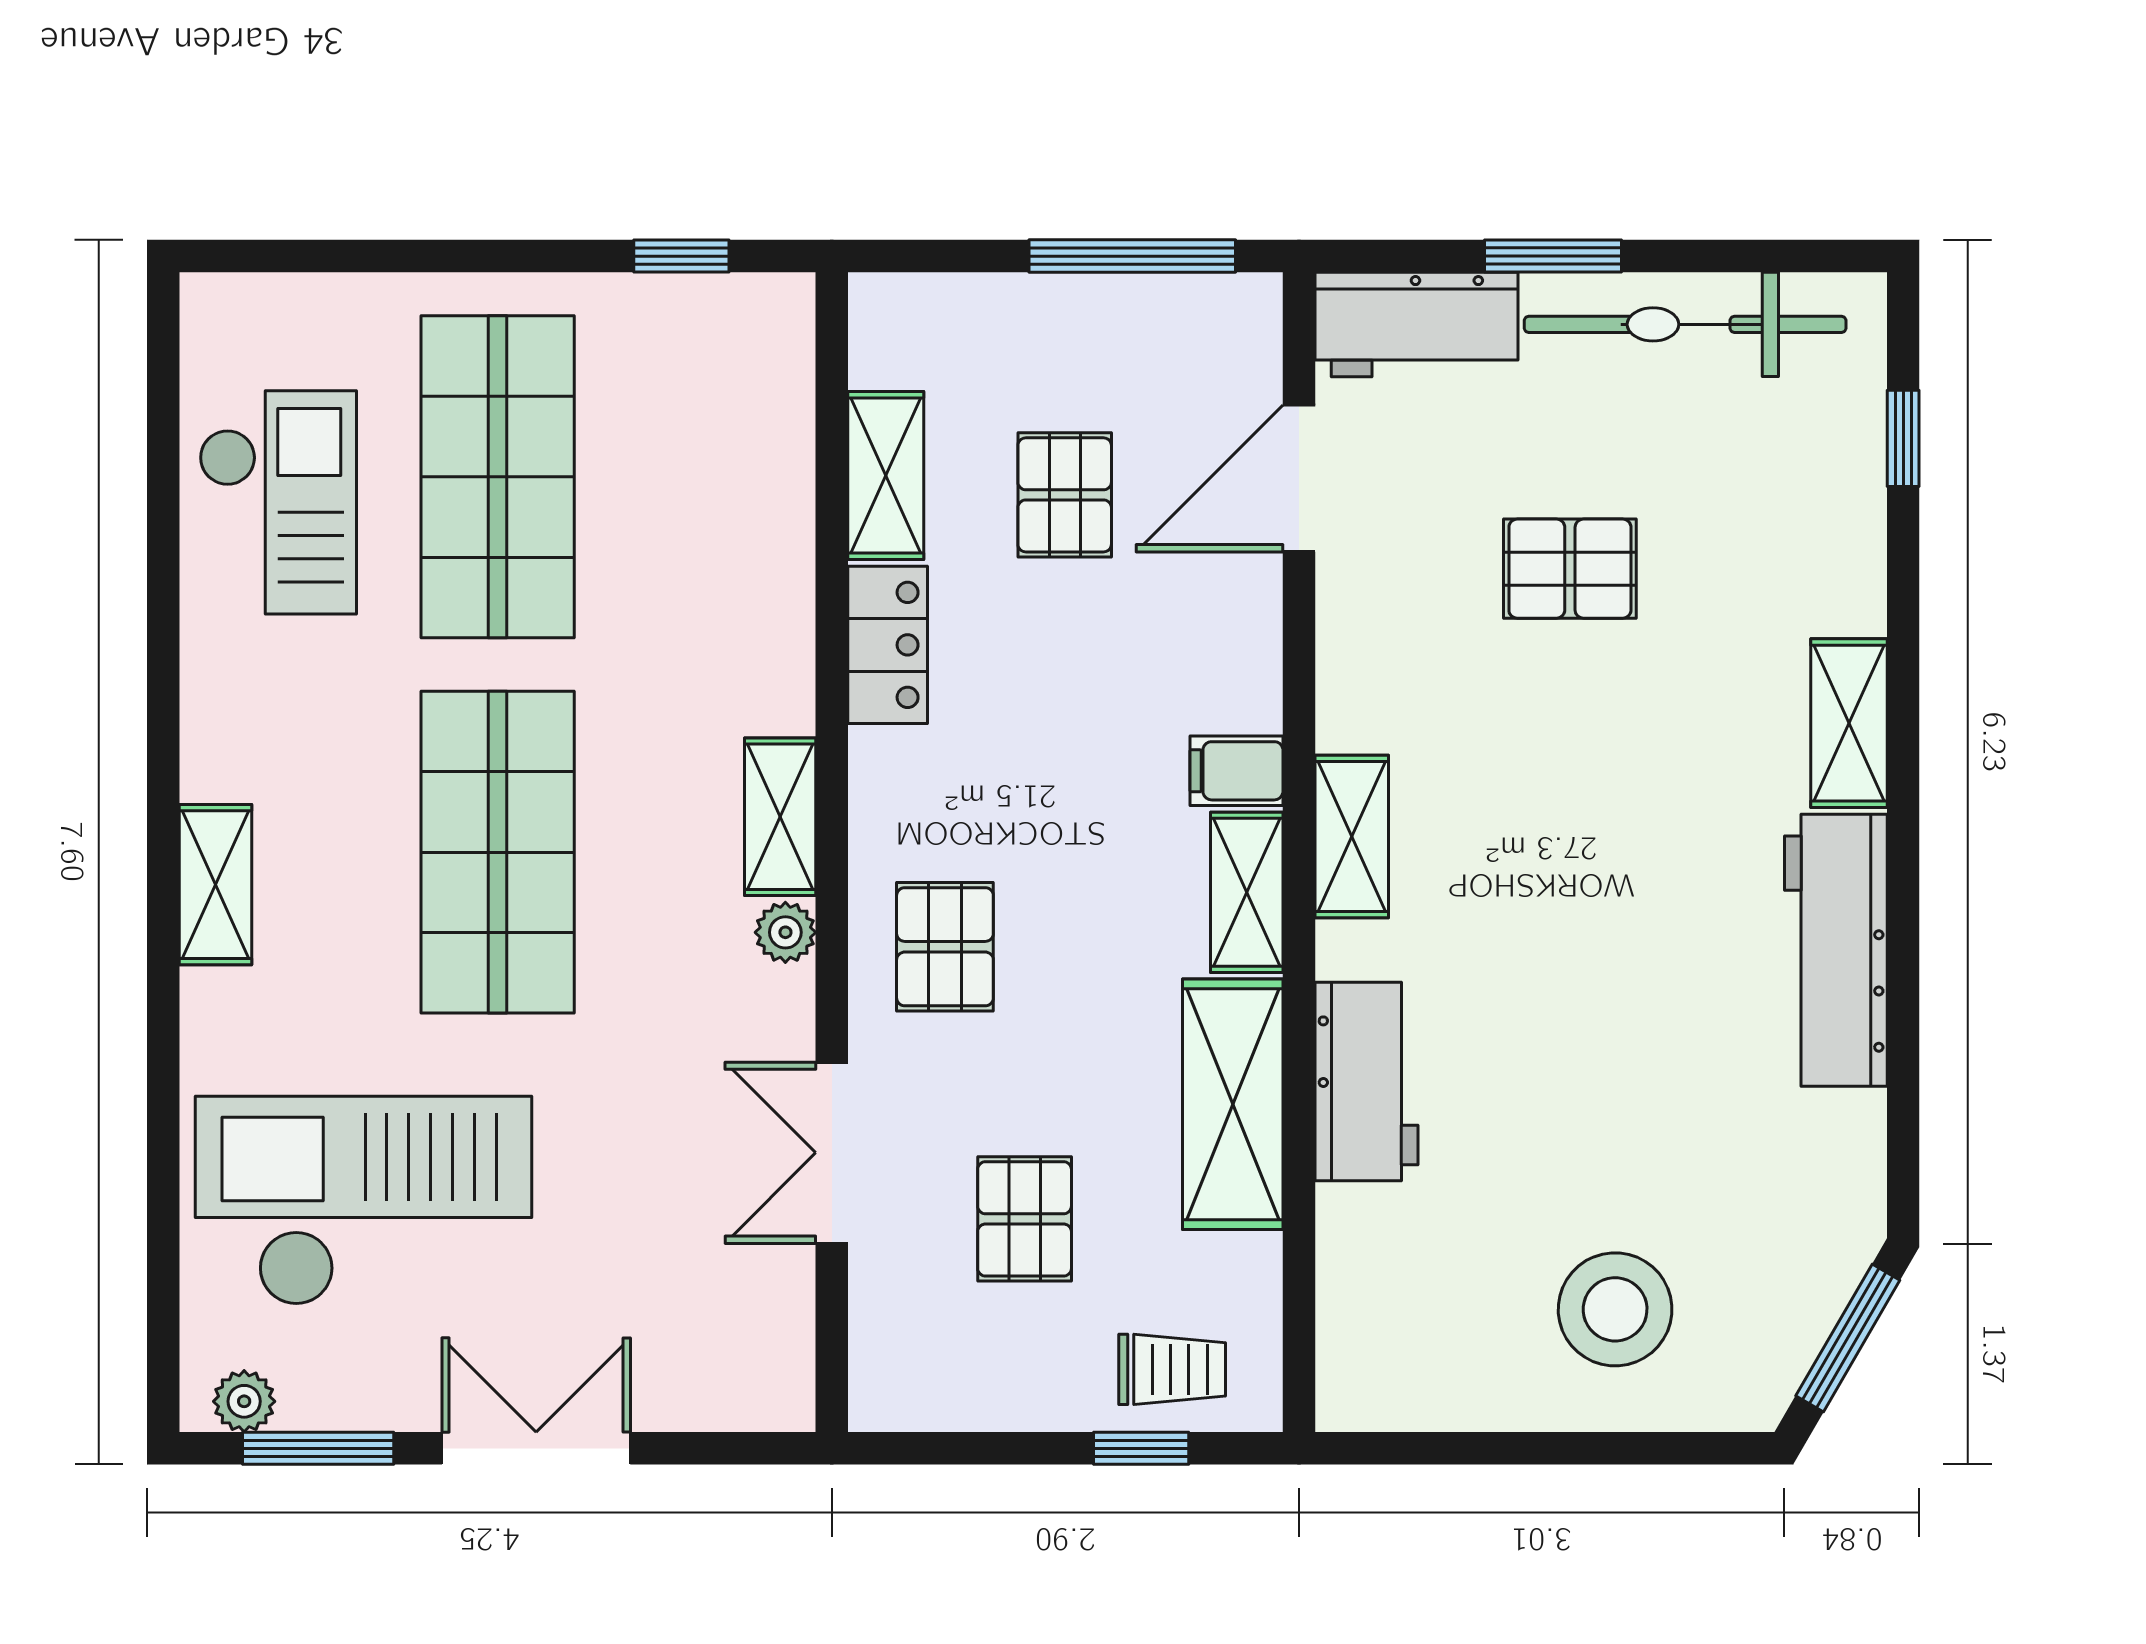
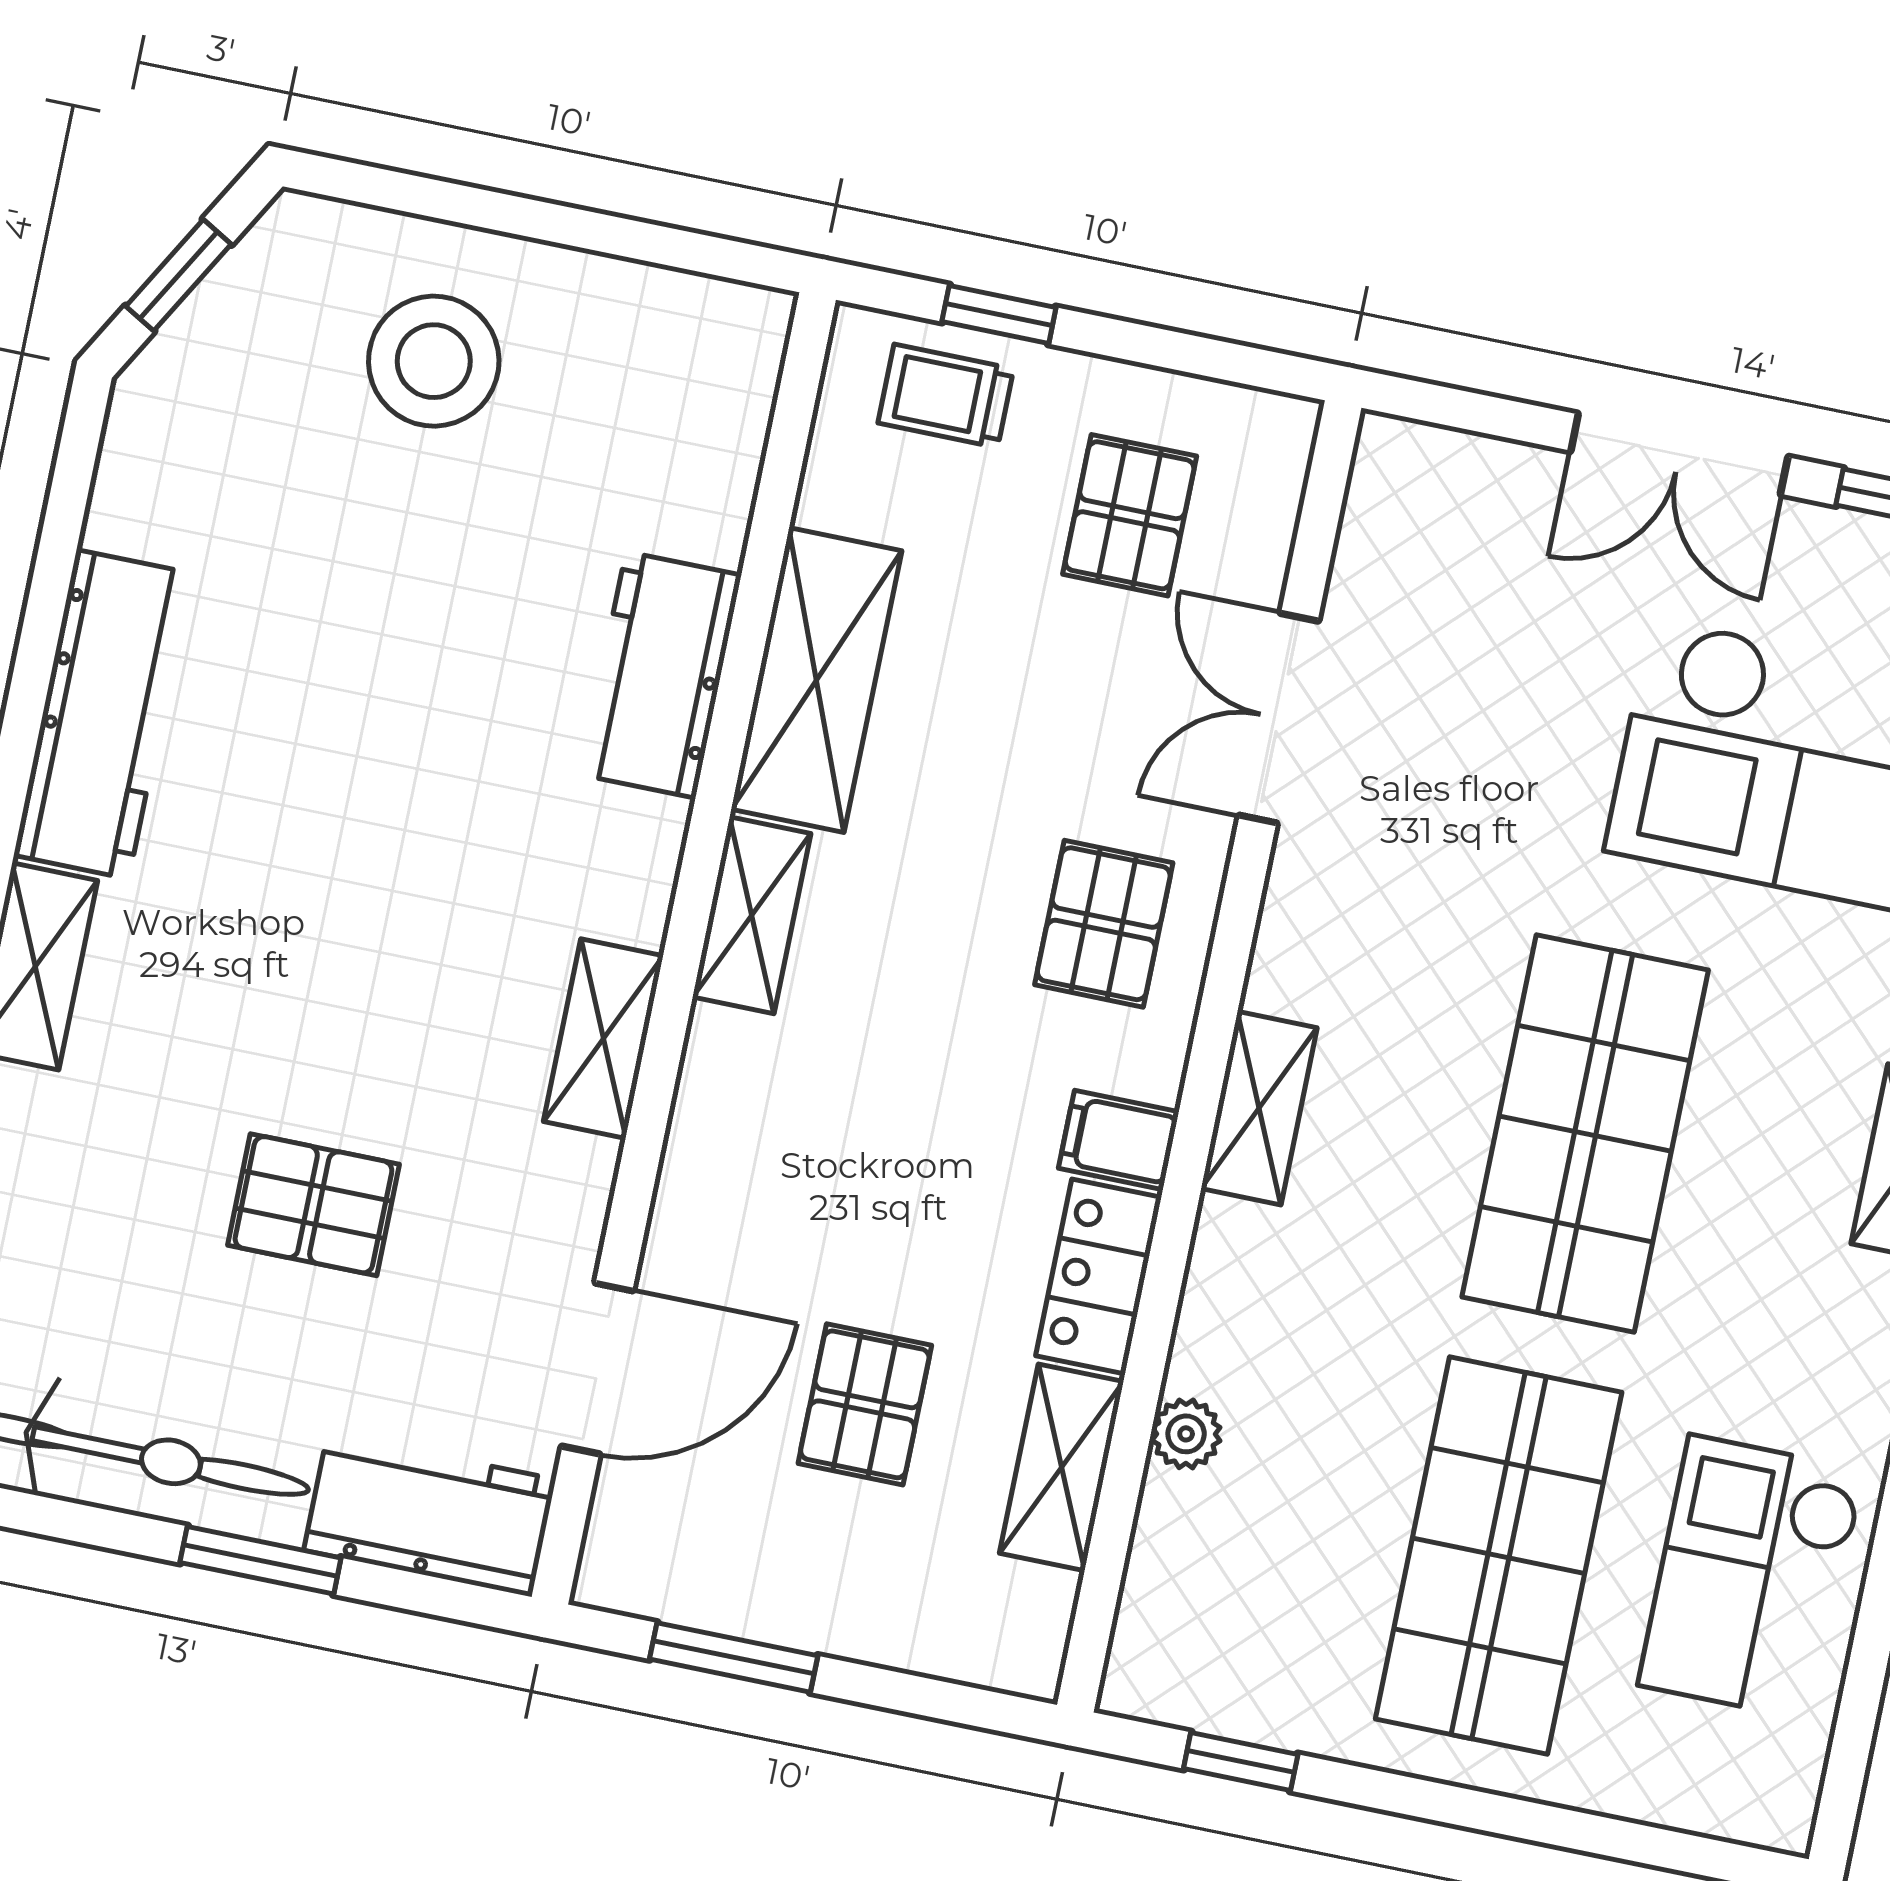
window: (1132, 256) -> (734, 1657), width x0.69
filing cabinet: (1236, 771) -> (1119, 1140), moved, turned 180
shelving: (1352, 837) -> (603, 1039), moved
plant: (785, 932) -> (1186, 1434), moved
double door: (832, 1153) -> (1279, 718), swing flipped
pallet: (1025, 1219) -> (1130, 515), moved
window: (1848, 1338) -> (179, 275), width x0.67

